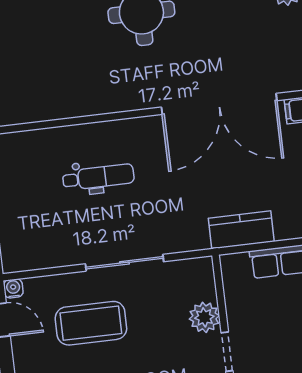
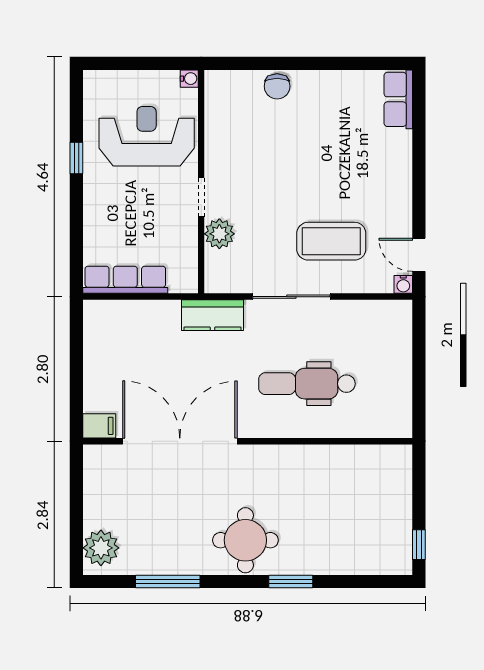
dental chair: (98, 177) -> (307, 384), width x1.36, depth x1.38
kitchen counter: (241, 230) -> (212, 315), moved

